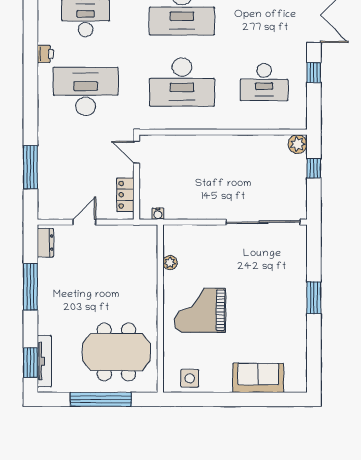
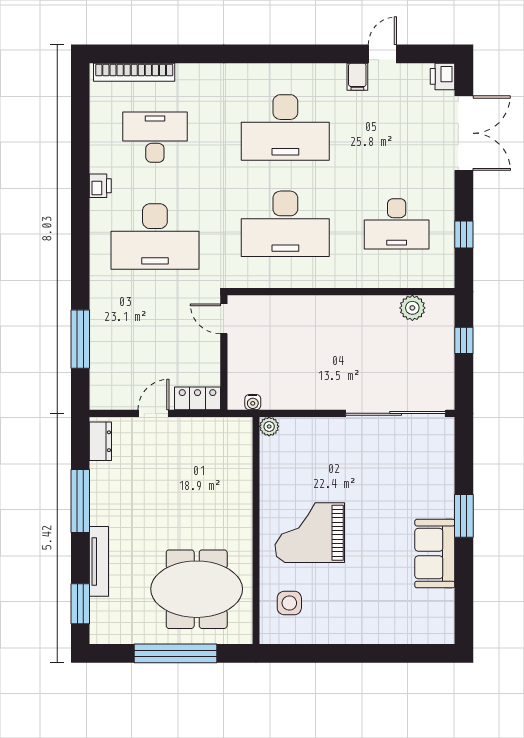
window: (314, 73) -> (464, 234), moved
desk: (86, 91) -> (155, 237), turned 180
plant: (298, 144) -> (412, 308), moved
locker: (125, 195) -> (198, 398), moved, turned 90
plant: (170, 262) -> (269, 426), moved
tv unit: (44, 361) -> (99, 561), moved
side table: (190, 378) -> (289, 603), moved
sofa: (258, 378) -> (435, 554), moved, turned -90

